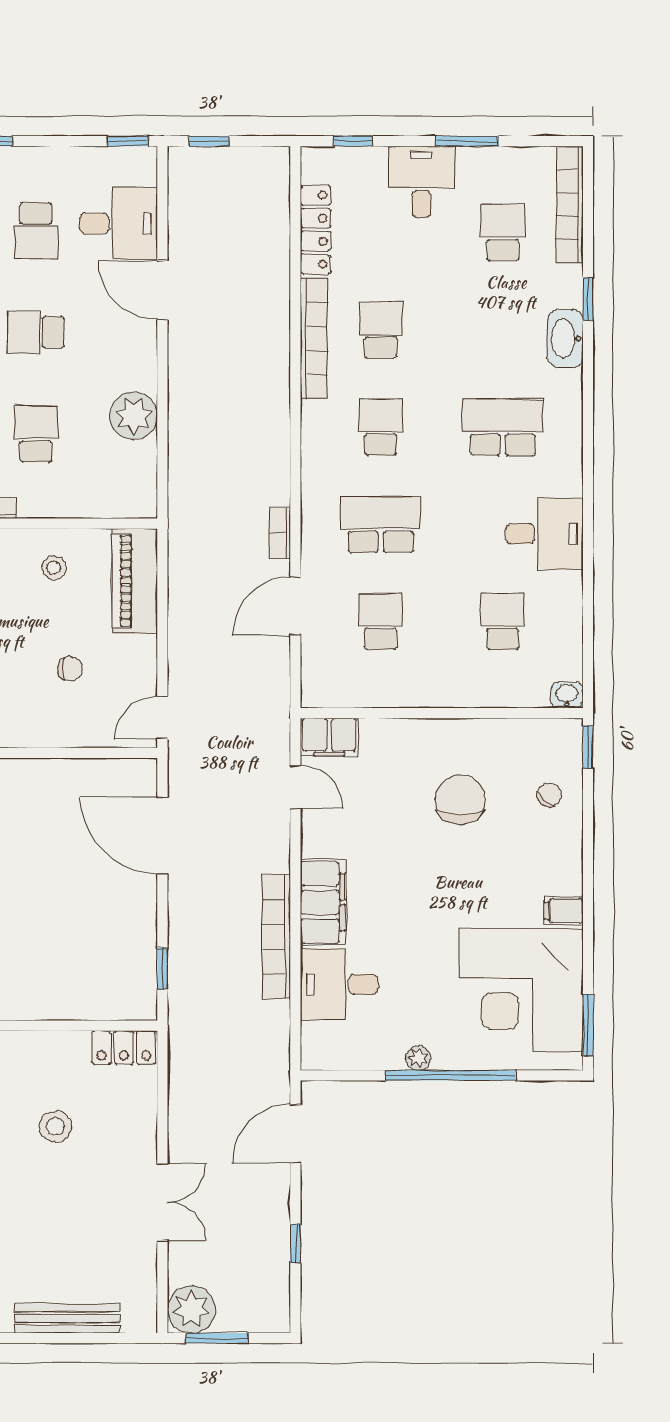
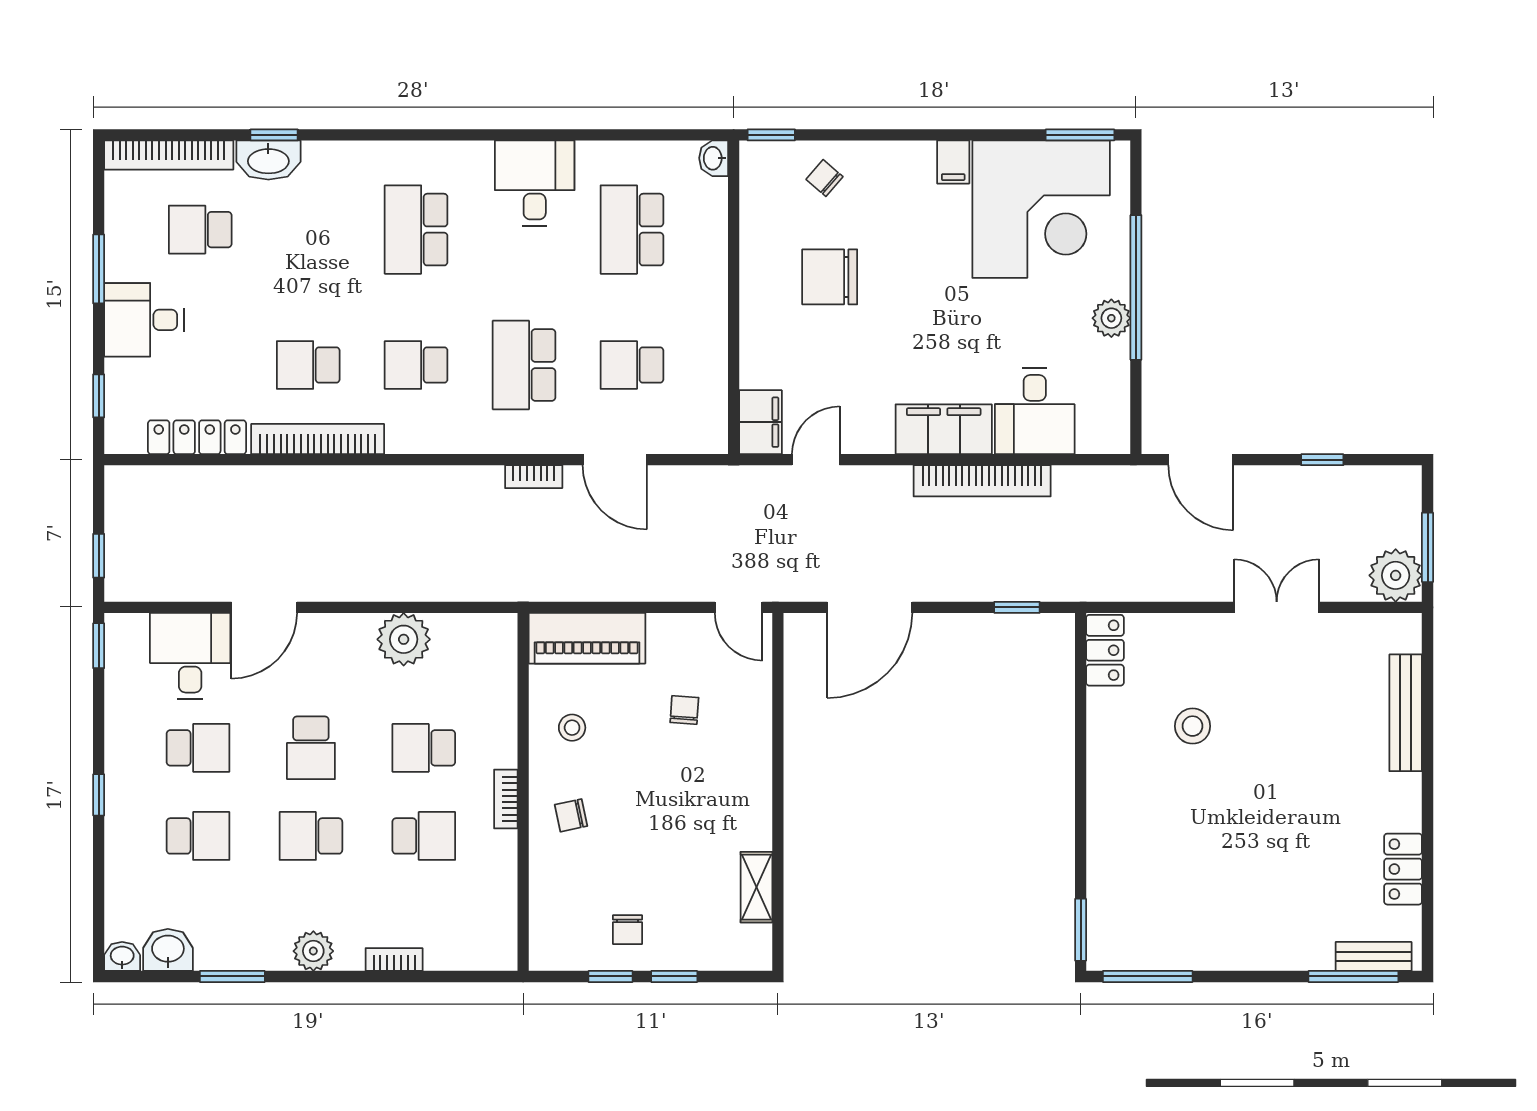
washbasin: (565, 338) -> (268, 160), moved
school desk: (503, 622) -> (632, 230), width x1.85
plant: (418, 1058) -> (1111, 318), width x1.38, depth x1.38

